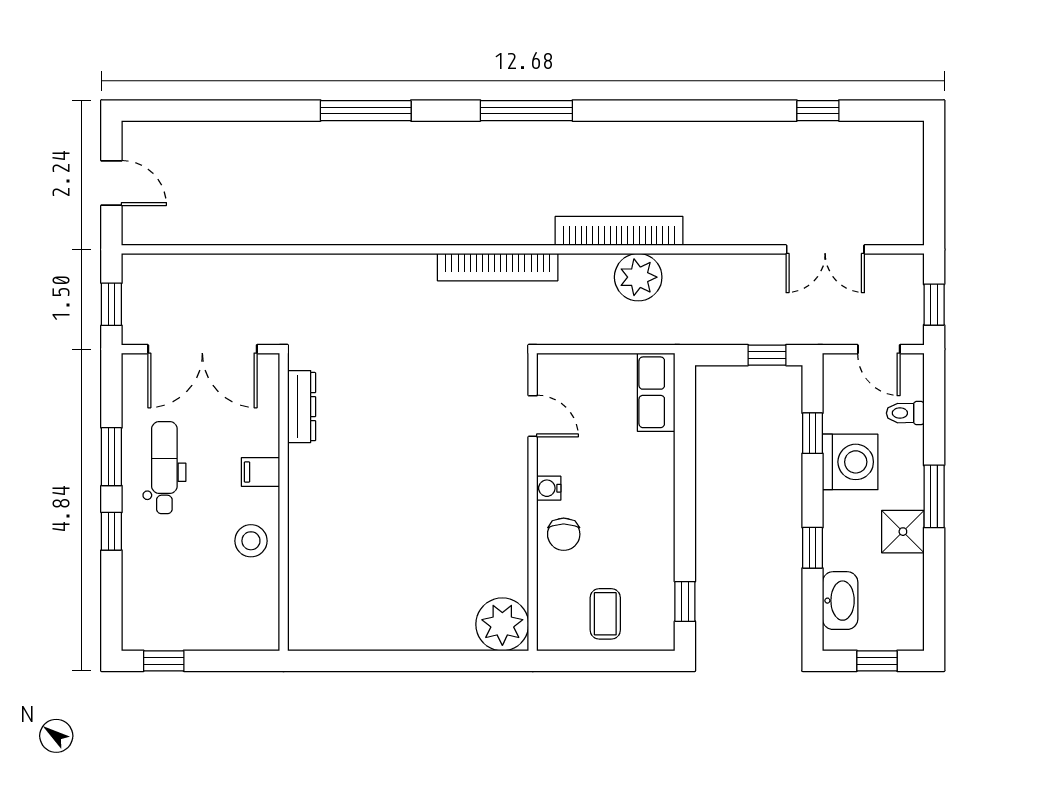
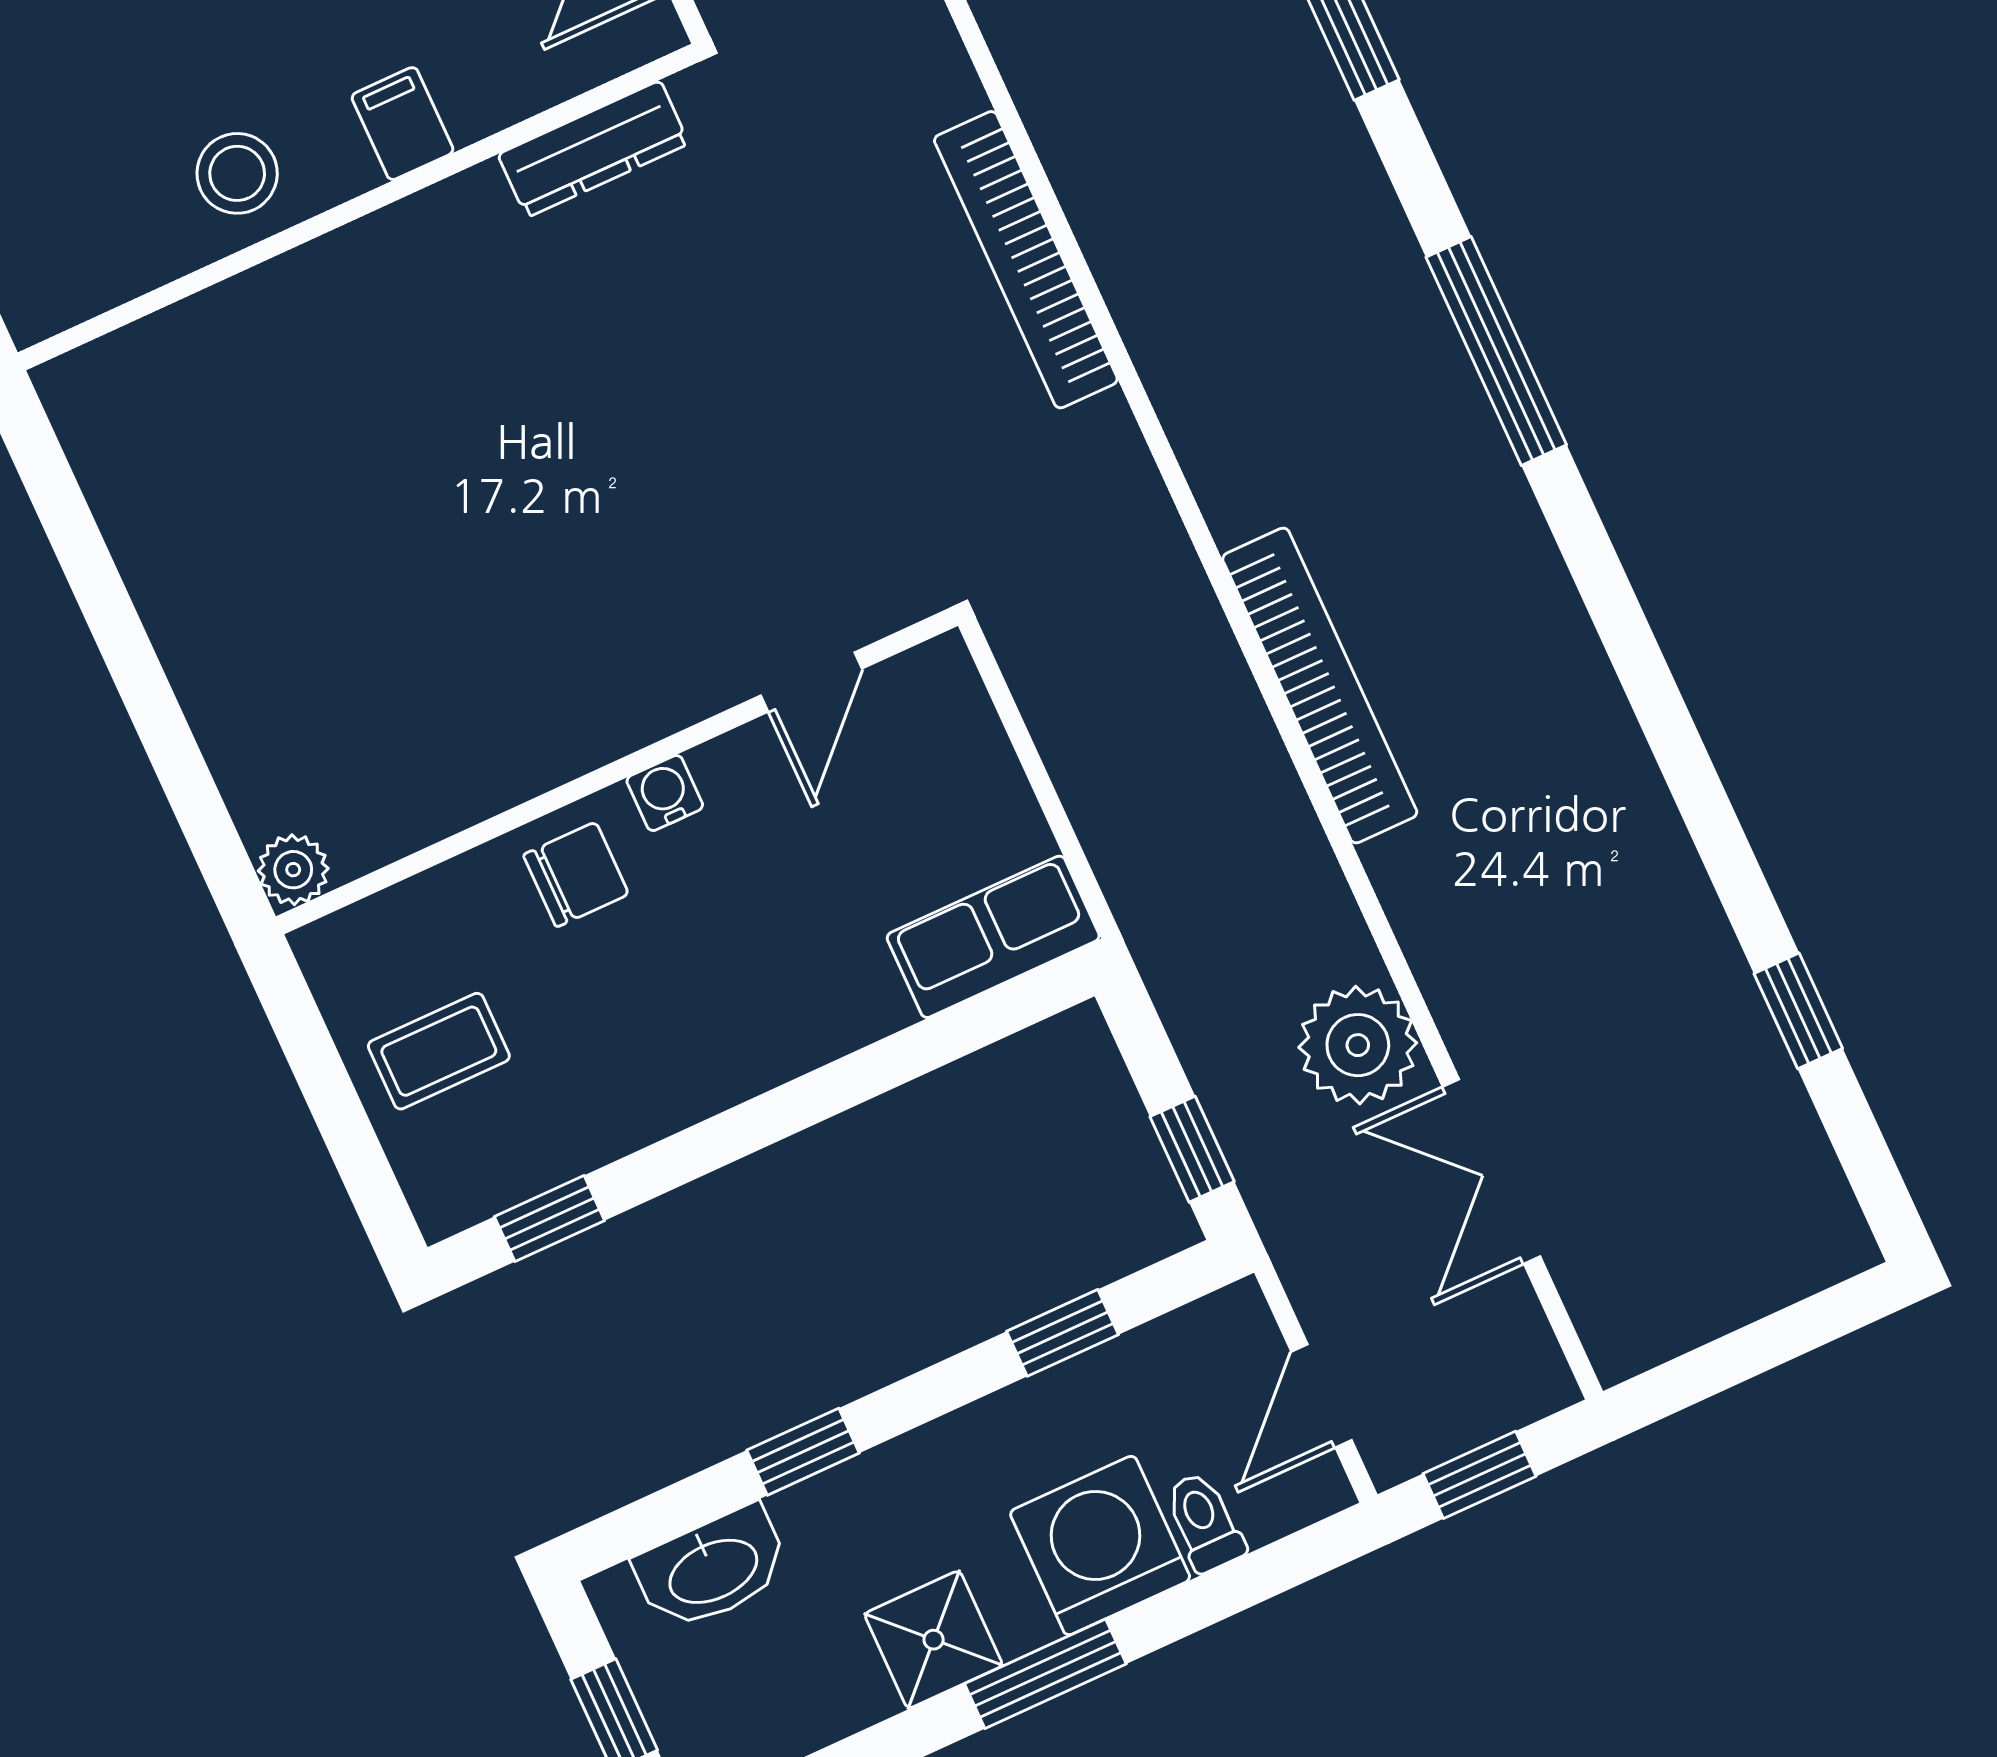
bookcase: (498, 267) -> (1026, 260), moved
plant: (638, 277) -> (1358, 1045), moved
washing machine: (850, 462) -> (1100, 1546), moved, turned 180
chair: (564, 534) -> (576, 875), turned 180
plant: (502, 624) -> (293, 870), width x0.53, depth x0.53

